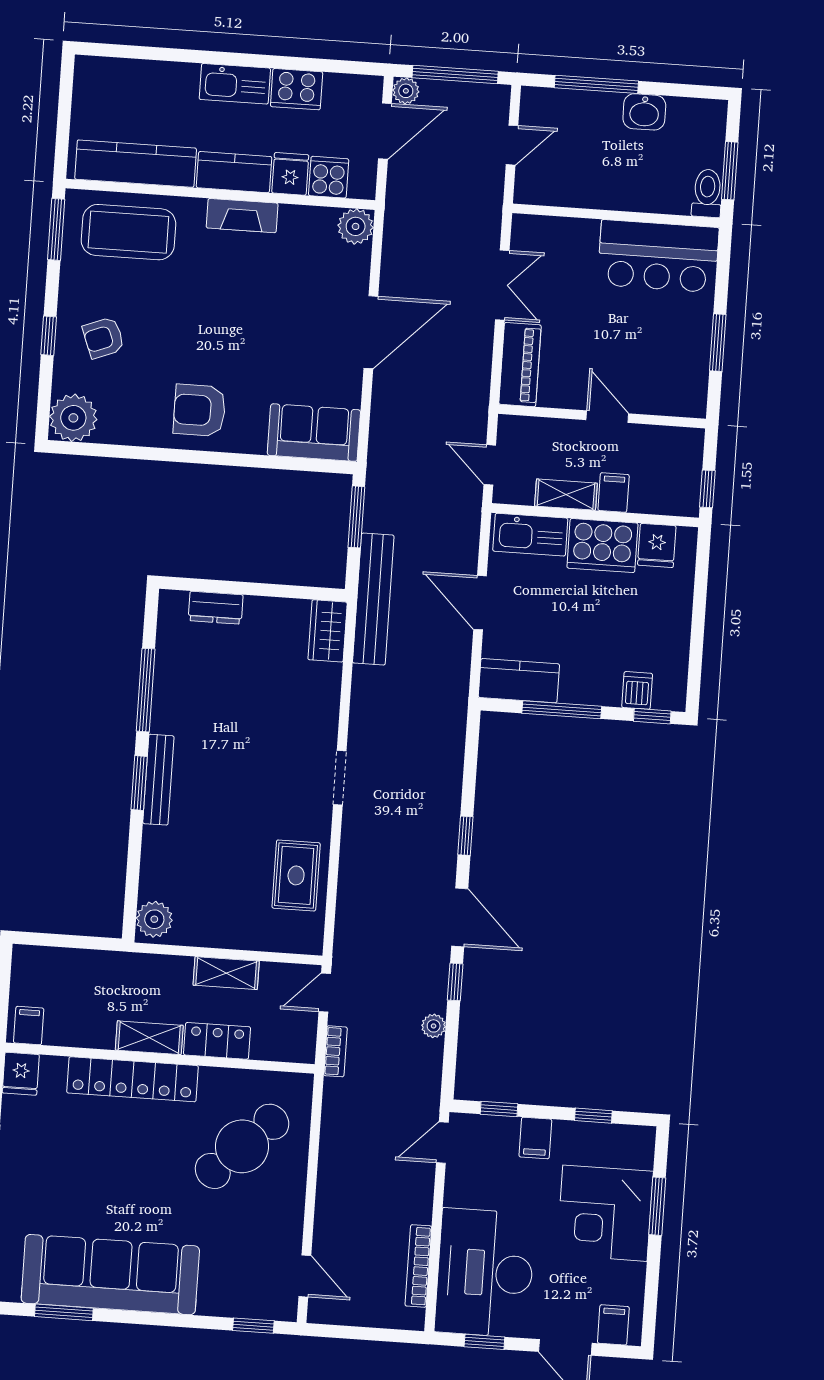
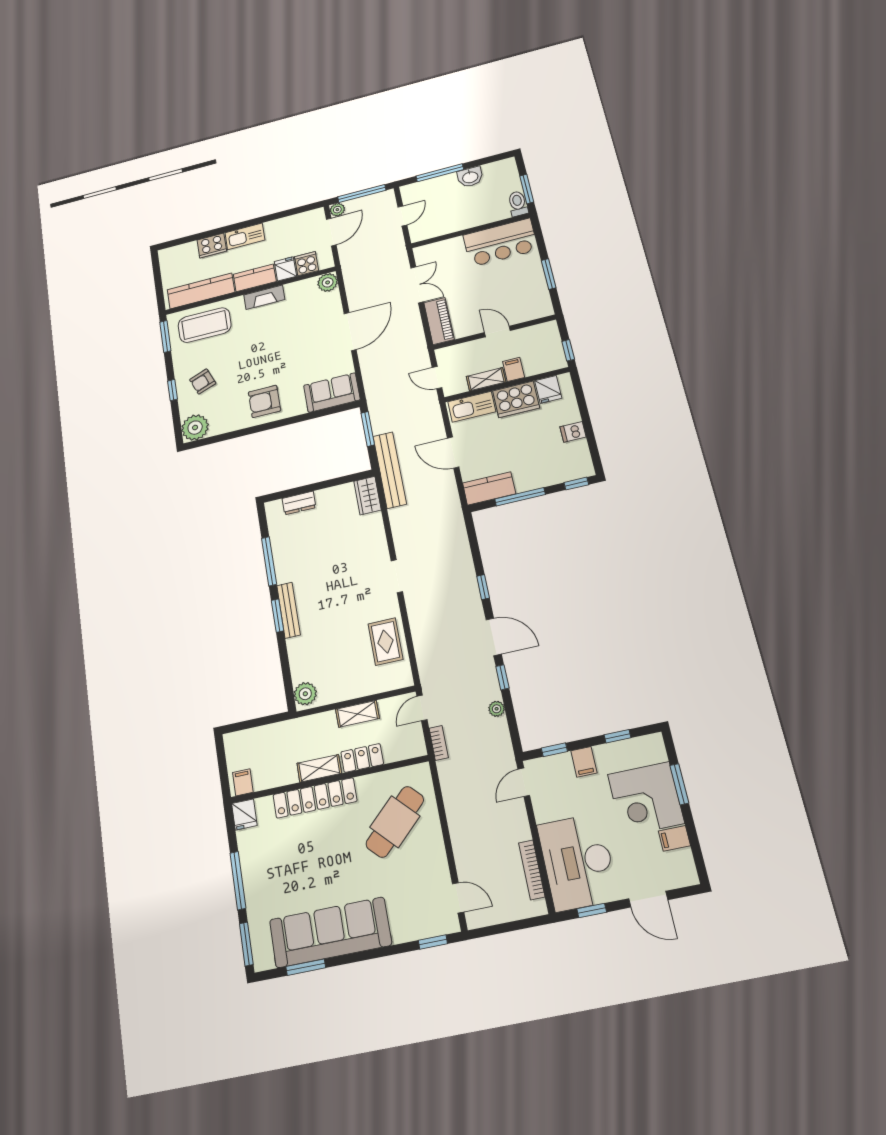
cooker: (297, 89) -> (212, 246), moved
dishwasher: (637, 690) -> (573, 432), moved, turned -90
filing cabinet: (613, 1325) -> (674, 838), moved, turned -90

